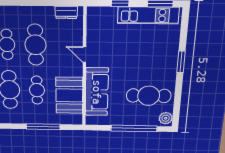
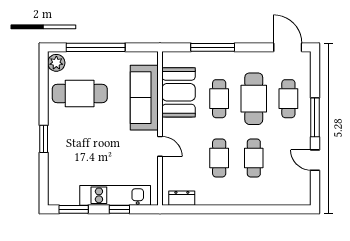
kitchen unit: (148, 15) -> (115, 195), moved
cafe table: (36, 45) -> (219, 158), width x0.73, depth x0.74

